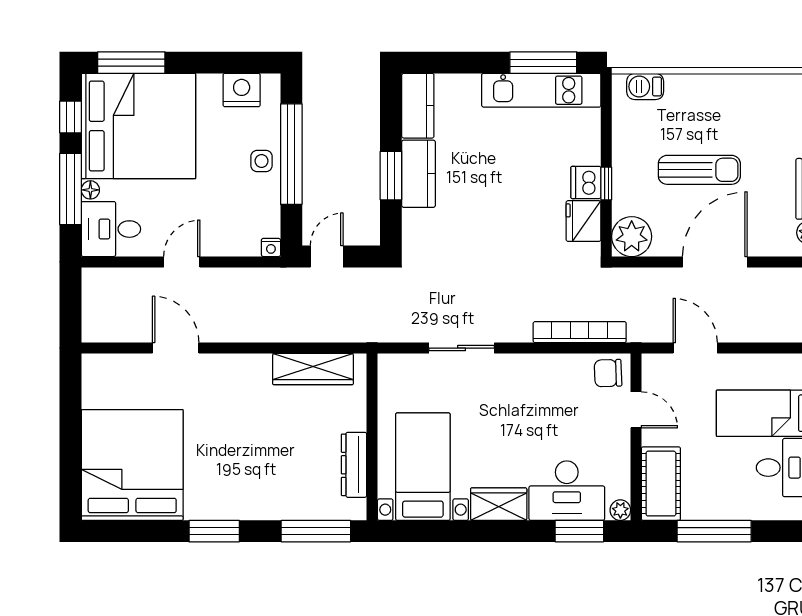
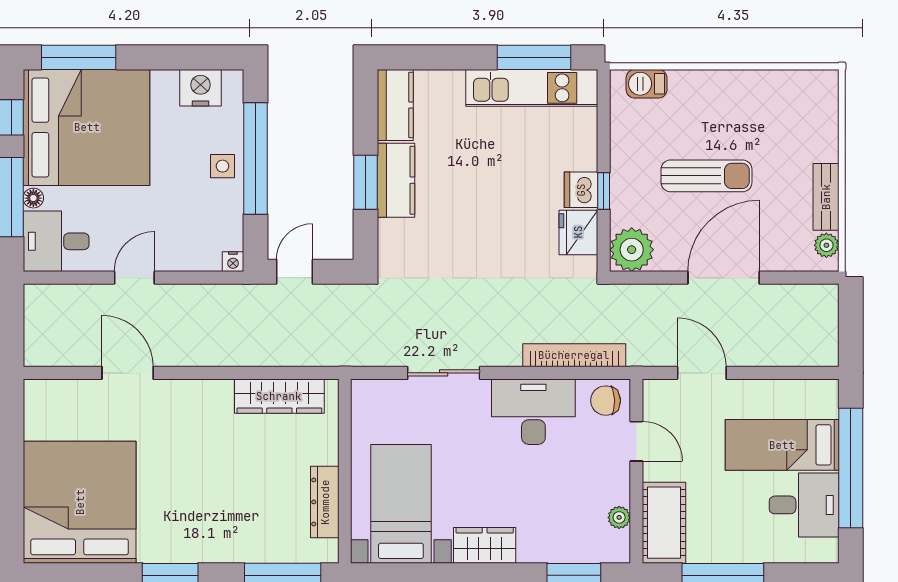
desk: (567, 491) -> (533, 412), moved, turned 180
plant: (620, 510) -> (619, 517), moved

